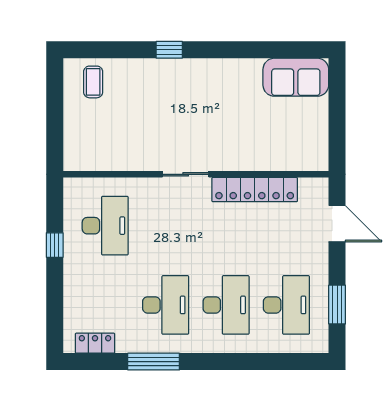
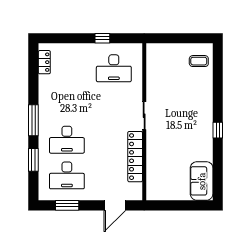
window: (169, 50) -> (218, 130), moved
desk: (166, 305) -> (67, 104), removed
window: (154, 362) -> (33, 120), moved
window: (260, 362) -> (33, 160), added

